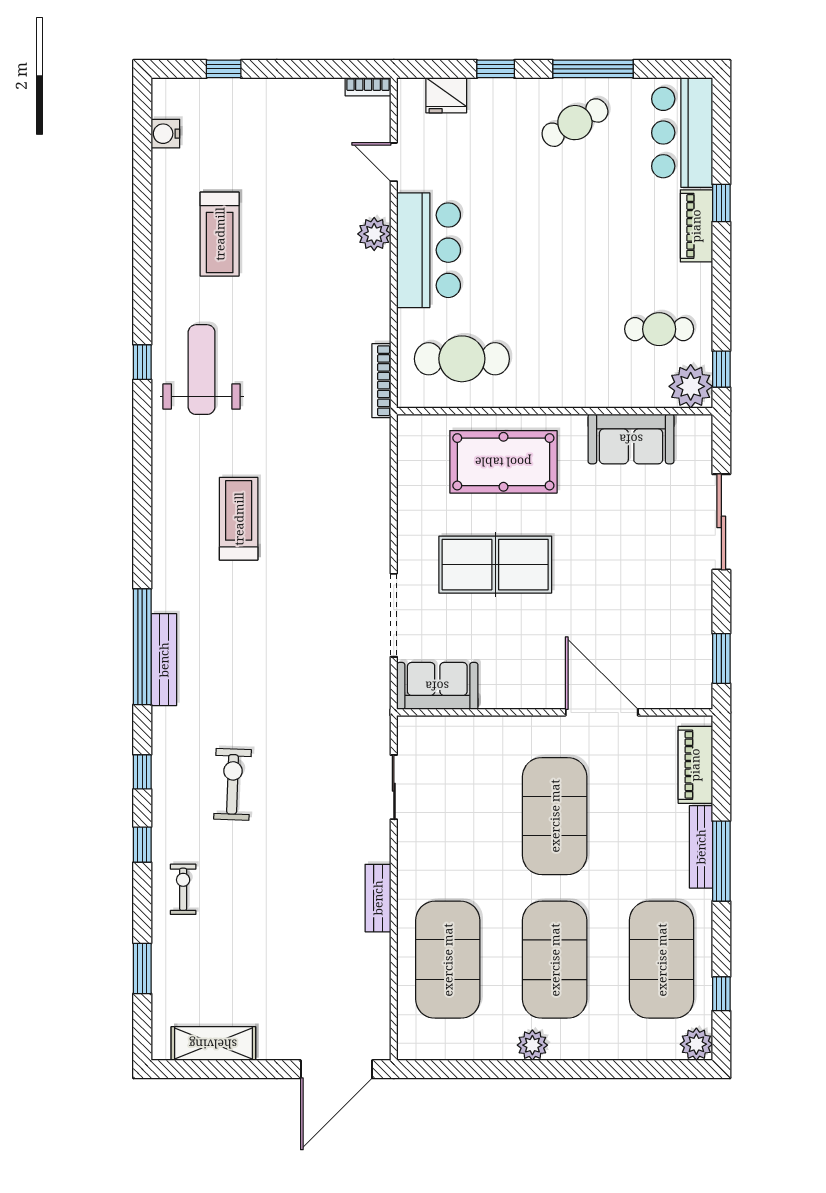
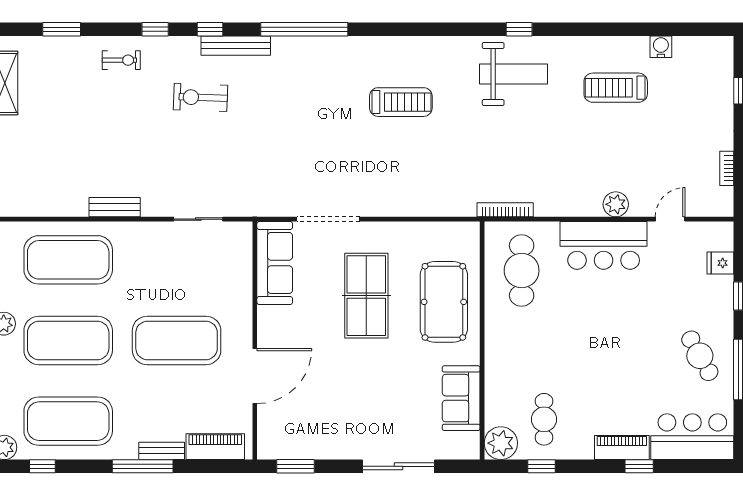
bookcase: (368, 87) -> (727, 168), moved
fridge: (446, 95) -> (720, 263), width x0.72
water cooler: (165, 134) -> (661, 47), moved
window: (721, 369) -> (542, 466), moved
bench: (164, 660) -> (236, 46), moved
sofa: (437, 686) -> (275, 263), width x1.36
exercise bike: (233, 784) -> (200, 97), turned 180
bench: (701, 847) -> (162, 451), width x0.73

